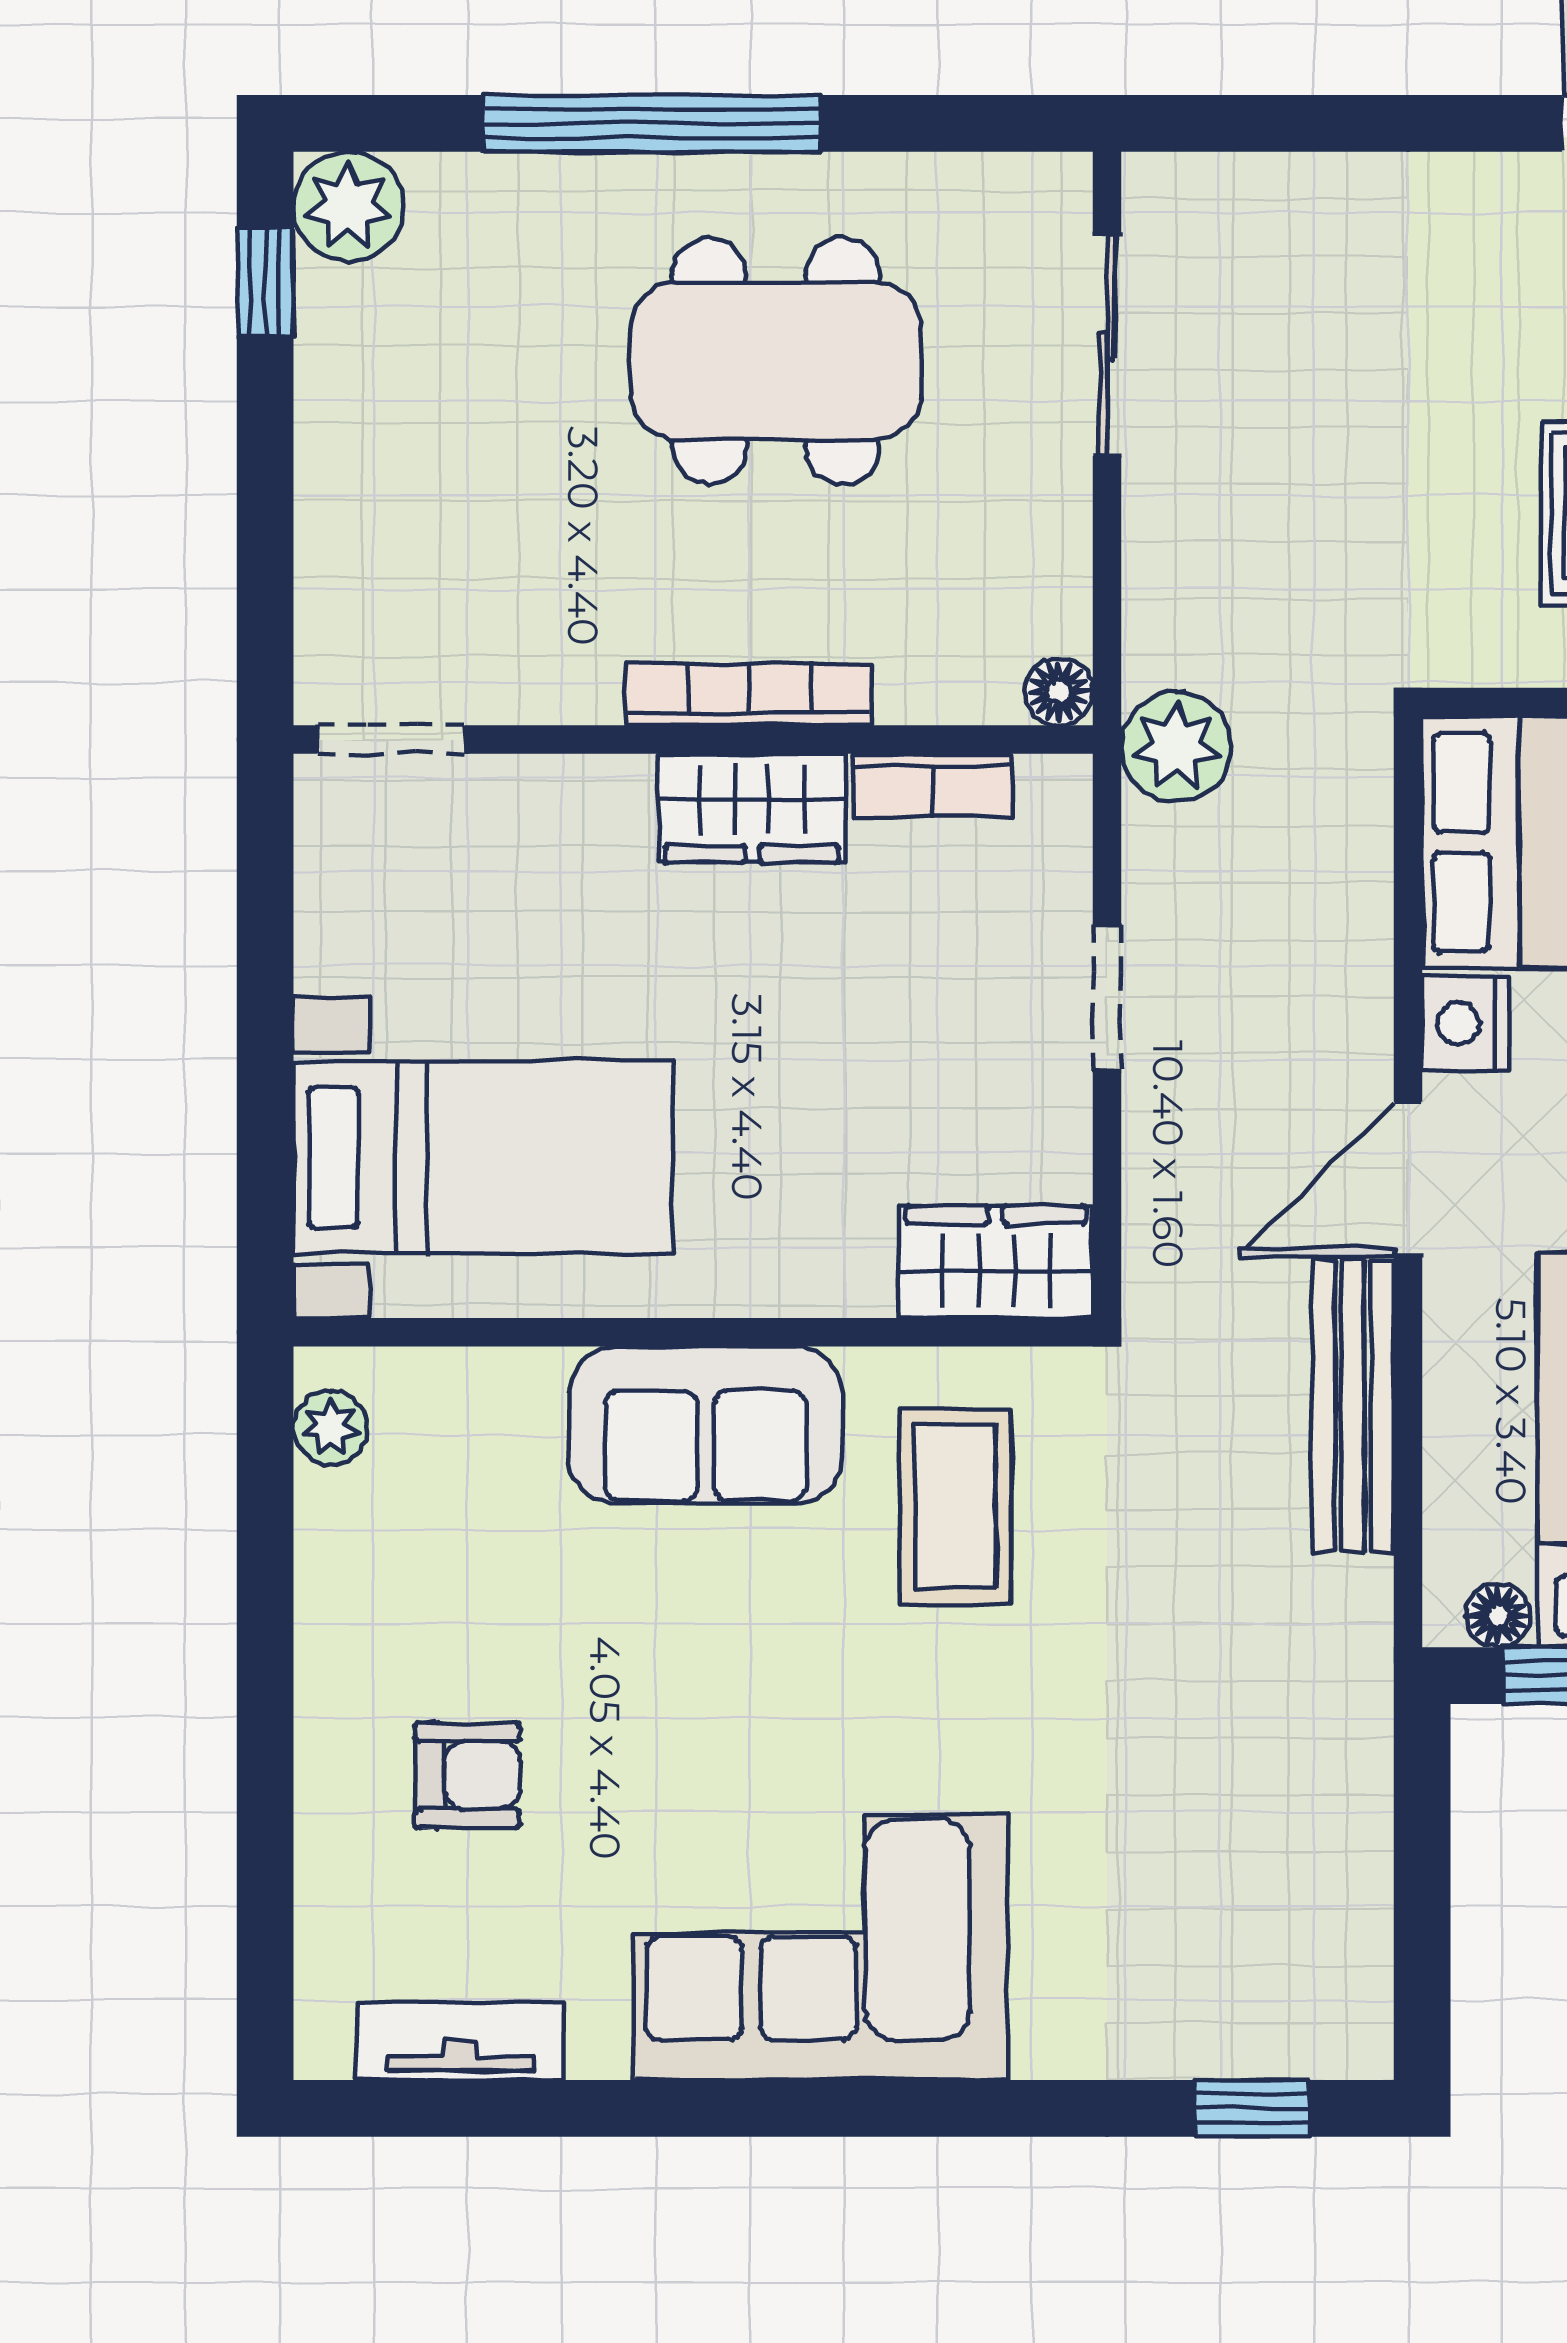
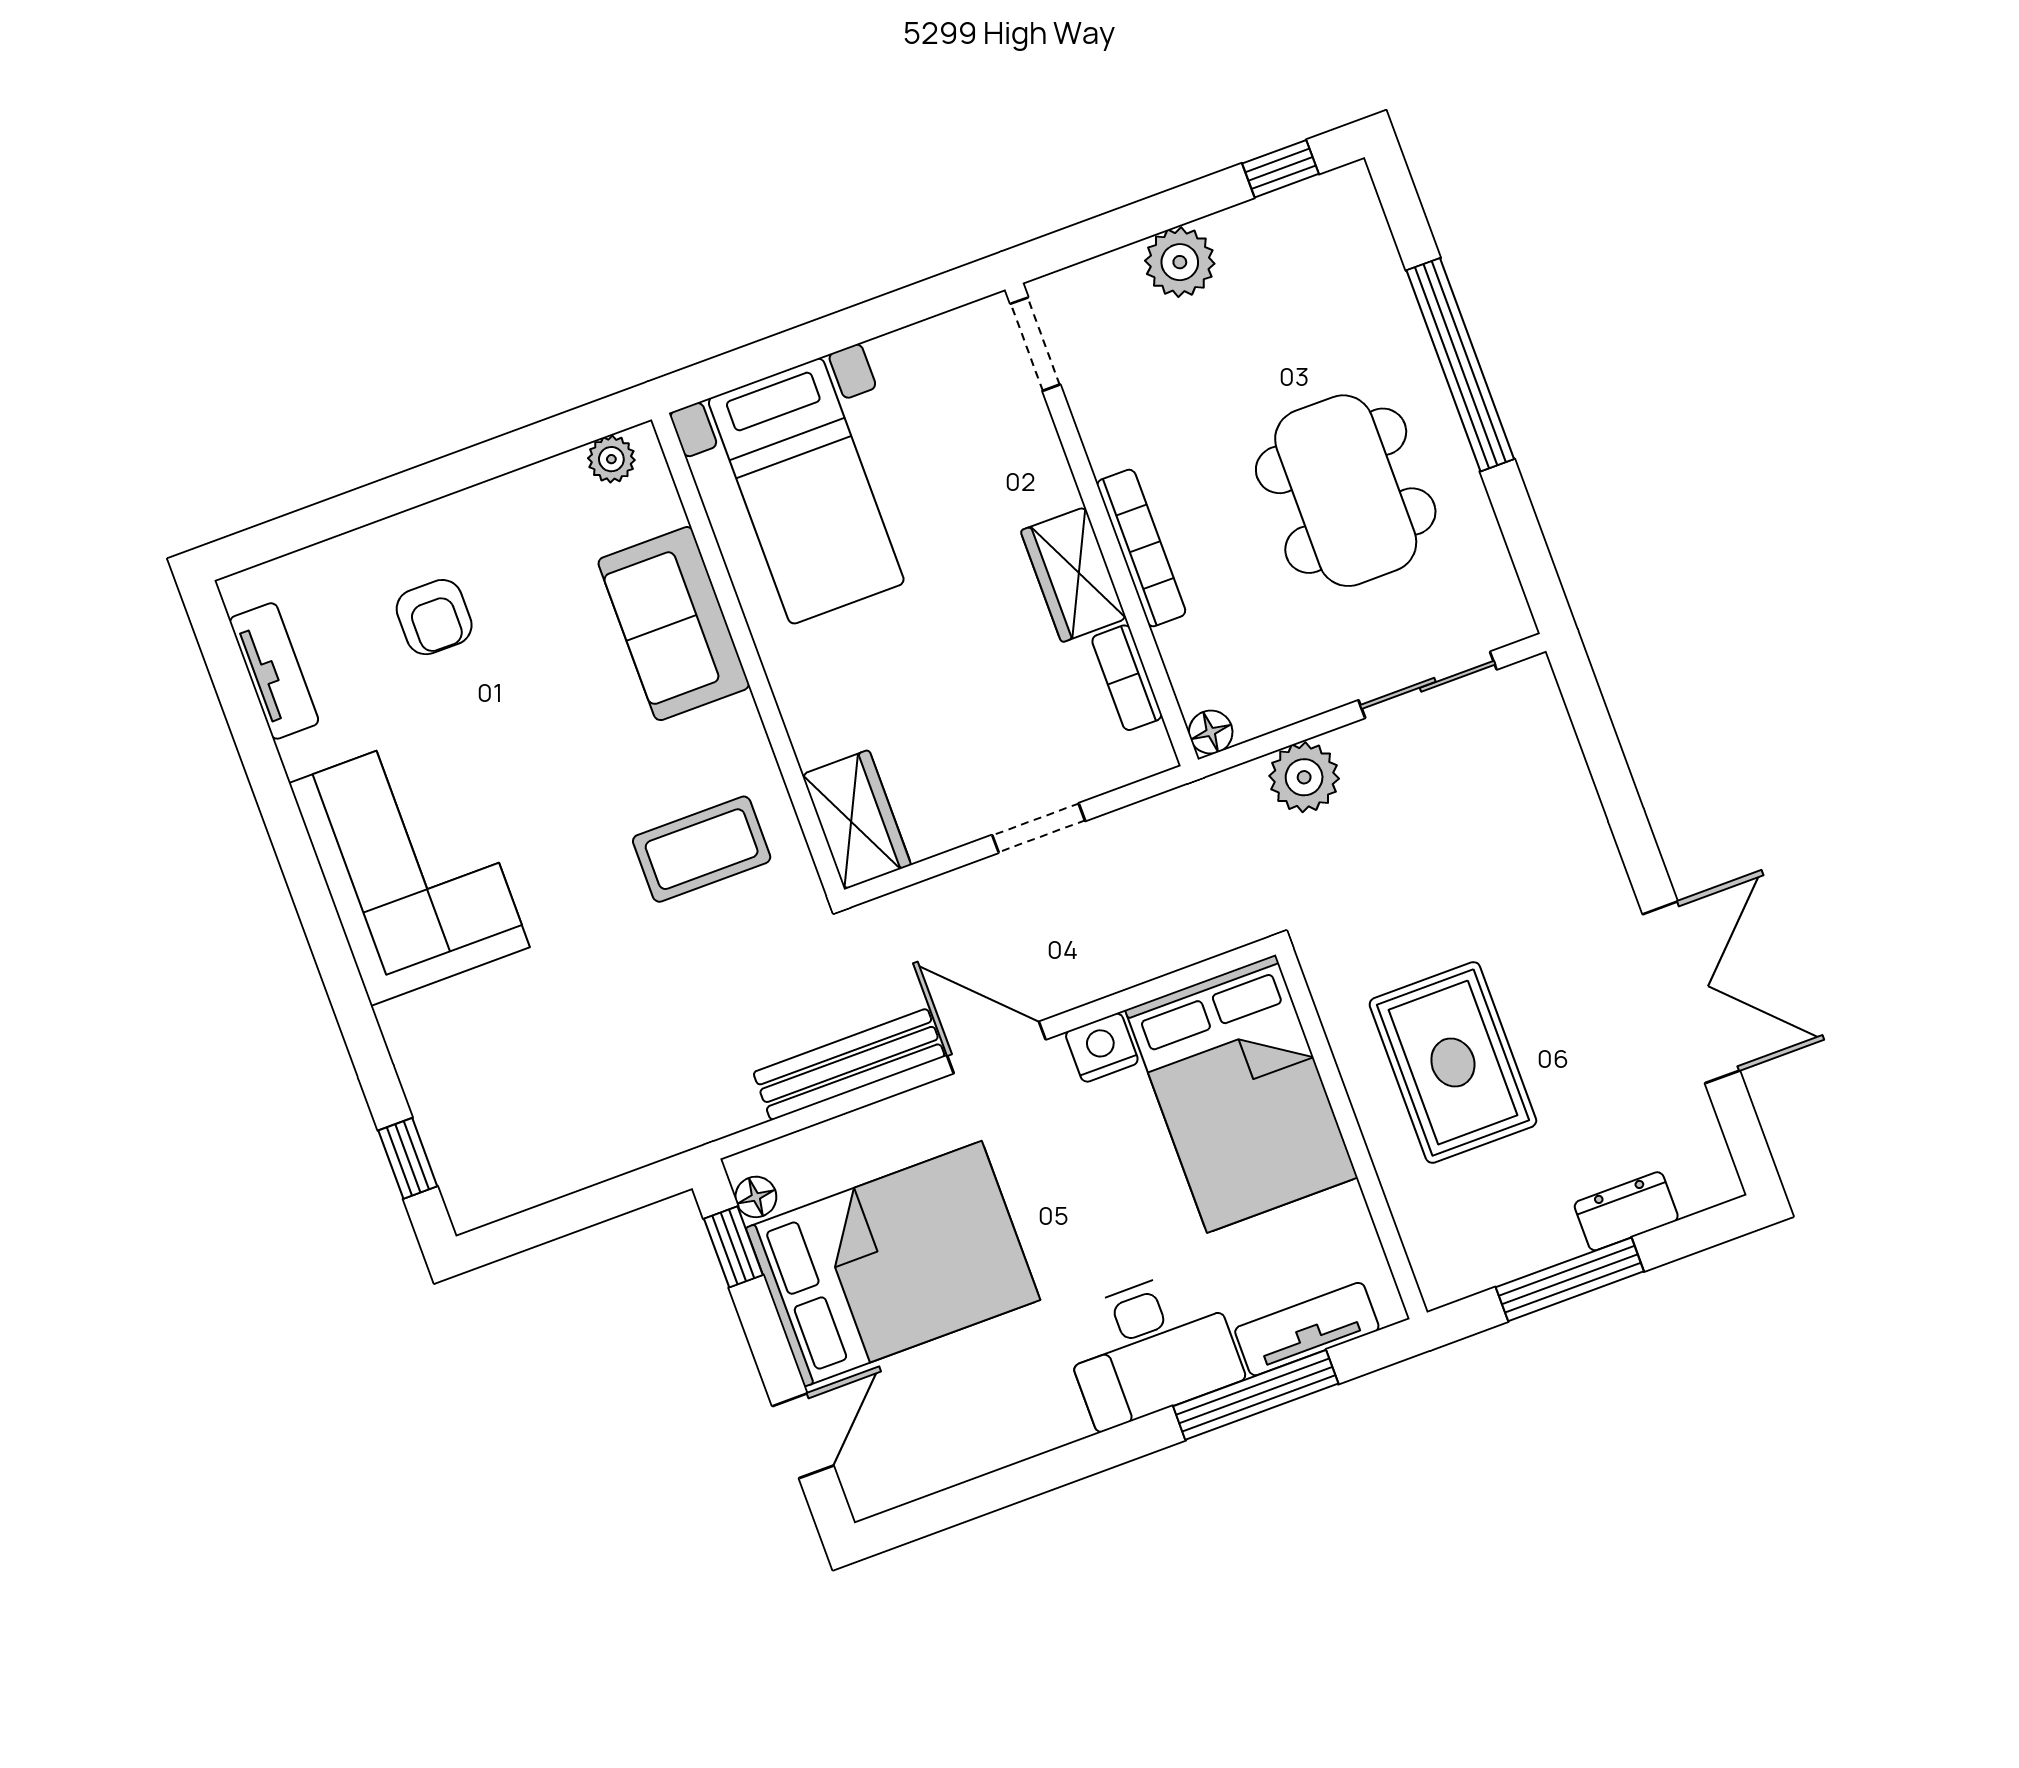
plant: (348, 207) -> (1180, 262), moved
plant: (1176, 746) -> (1304, 777), moved
sofa: (705, 1425) -> (674, 624), moved

